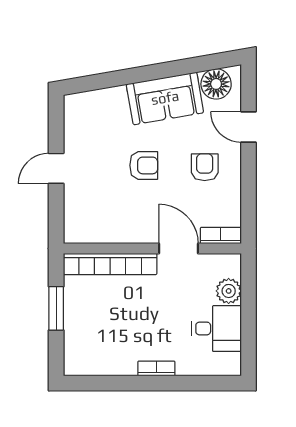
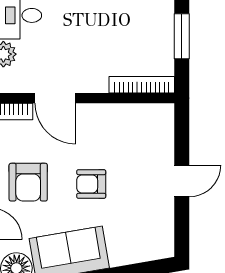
armchair: (205, 167) -> (28, 182), width x1.38, depth x1.38
bookcase: (110, 264) -> (142, 85), width x0.68, depth x0.76

